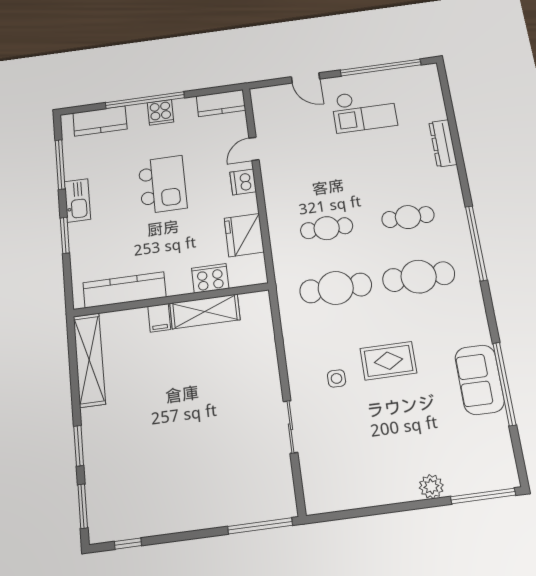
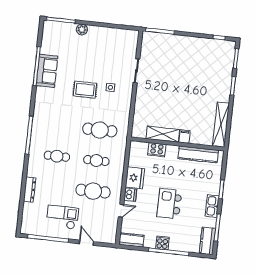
kitchen counter: (100, 121) -> (207, 241), moved, turned -90
fridge: (244, 235) -> (135, 178), moved
cafe table: (419, 277) -> (93, 191), moved

